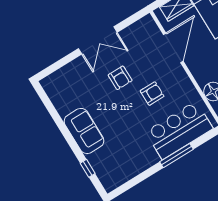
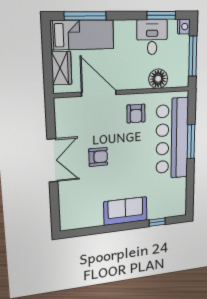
armchair: (152, 94) -> (136, 114), moved, turned 180
bar counter: (179, 130) -> (172, 139), width x1.36

